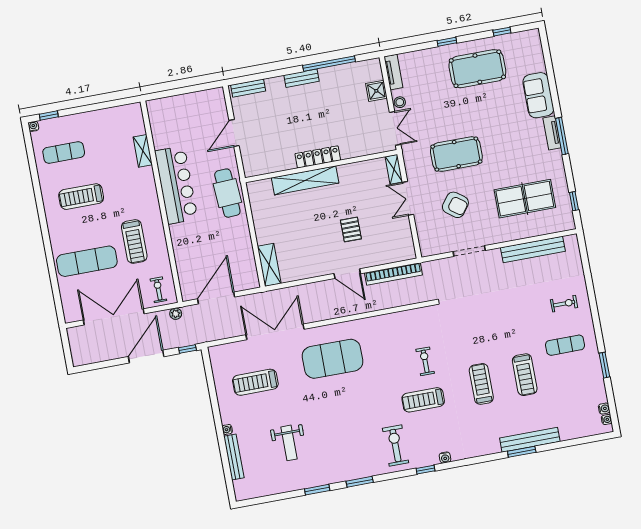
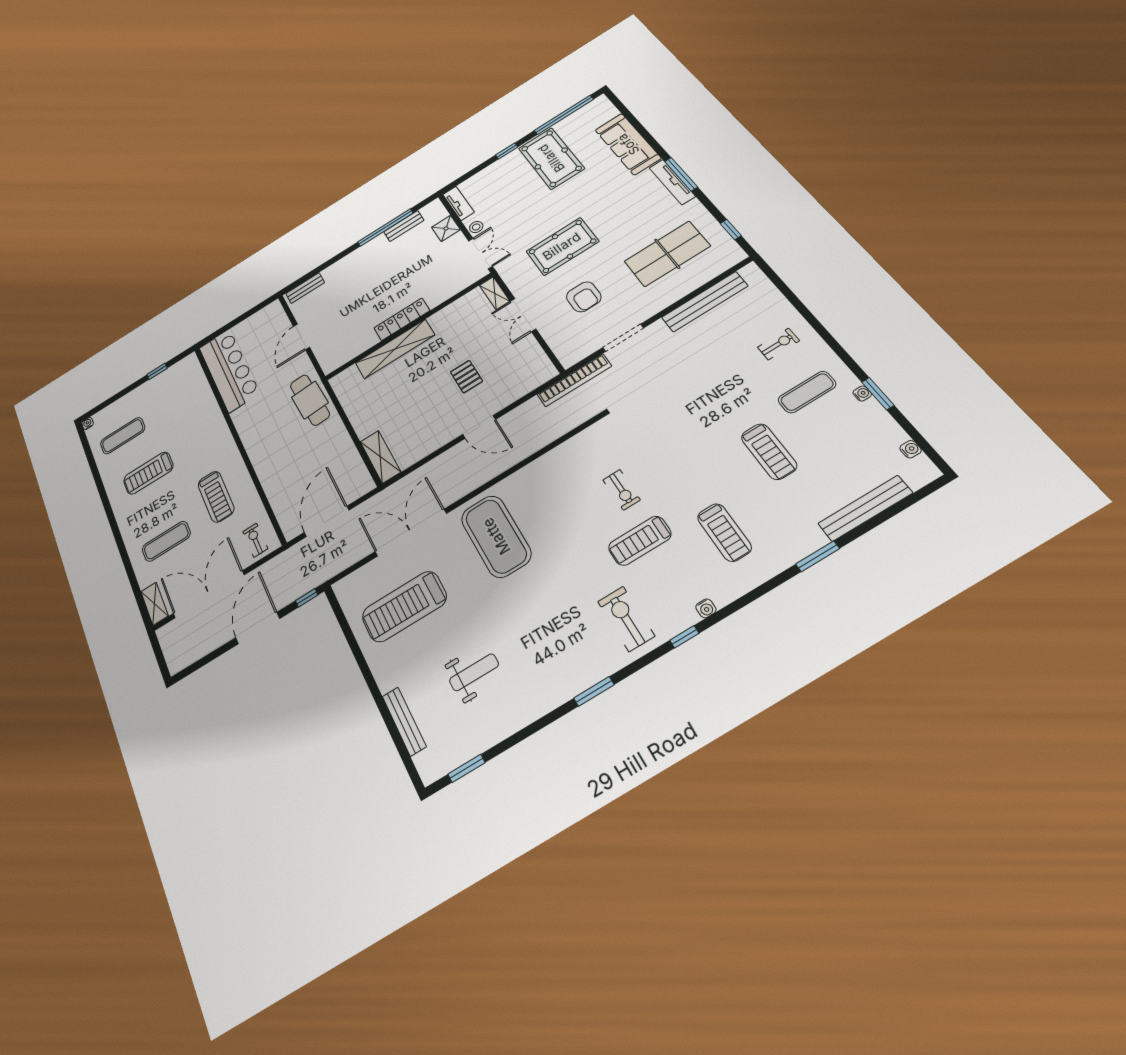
window: (502, 32) -> (564, 115), width x3.17
pool table: (477, 69) -> (551, 158), turned 90
bench: (302, 78) -> (404, 226), moved
sofa: (538, 95) -> (628, 144), width x1.36
window: (49, 116) -> (157, 371), moved
tv unit: (552, 133) -> (672, 182), width x1.41
shelving: (143, 151) -> (154, 604), moved
bar counter: (176, 185) -> (229, 370), moved
armchair: (455, 205) -> (584, 297), turned 53
exercise mat: (87, 261) -> (166, 541), width x0.73, depth x0.69
bookcase: (393, 274) -> (574, 380), moved
plant: (176, 314) -> (282, 560), removed
exercise mat: (333, 359) -> (496, 536), turned 90
exercise bike: (425, 361) -> (622, 490), turned 180
treadmill: (255, 382) -> (404, 607), width x1.37, depth x1.37
treadmill: (481, 384) -> (724, 532), moved, turned 180
water cooler: (607, 420) -> (862, 393), moved
water cooler: (227, 429) -> (385, 685), removed
bench: (530, 440) -> (865, 508), moved
weight bench: (289, 443) -> (474, 672), turned -90
window: (317, 490) -> (466, 768), moved

